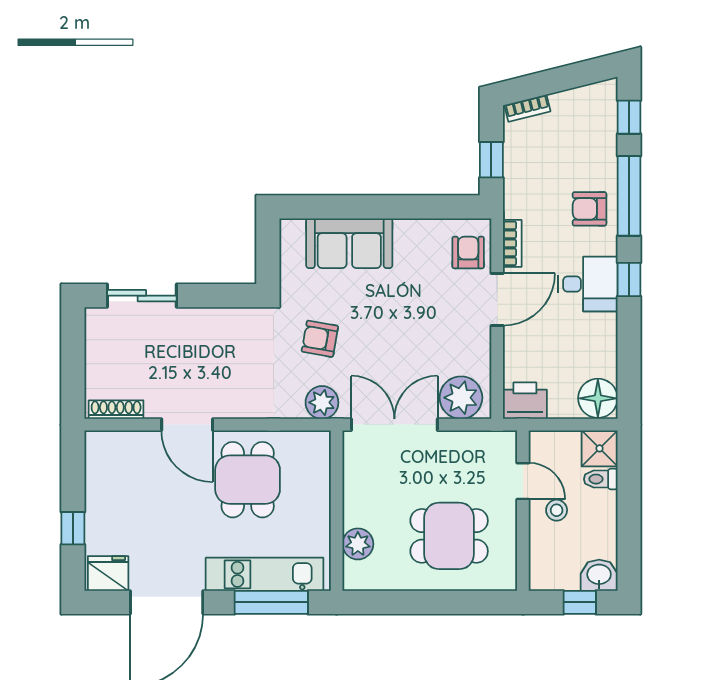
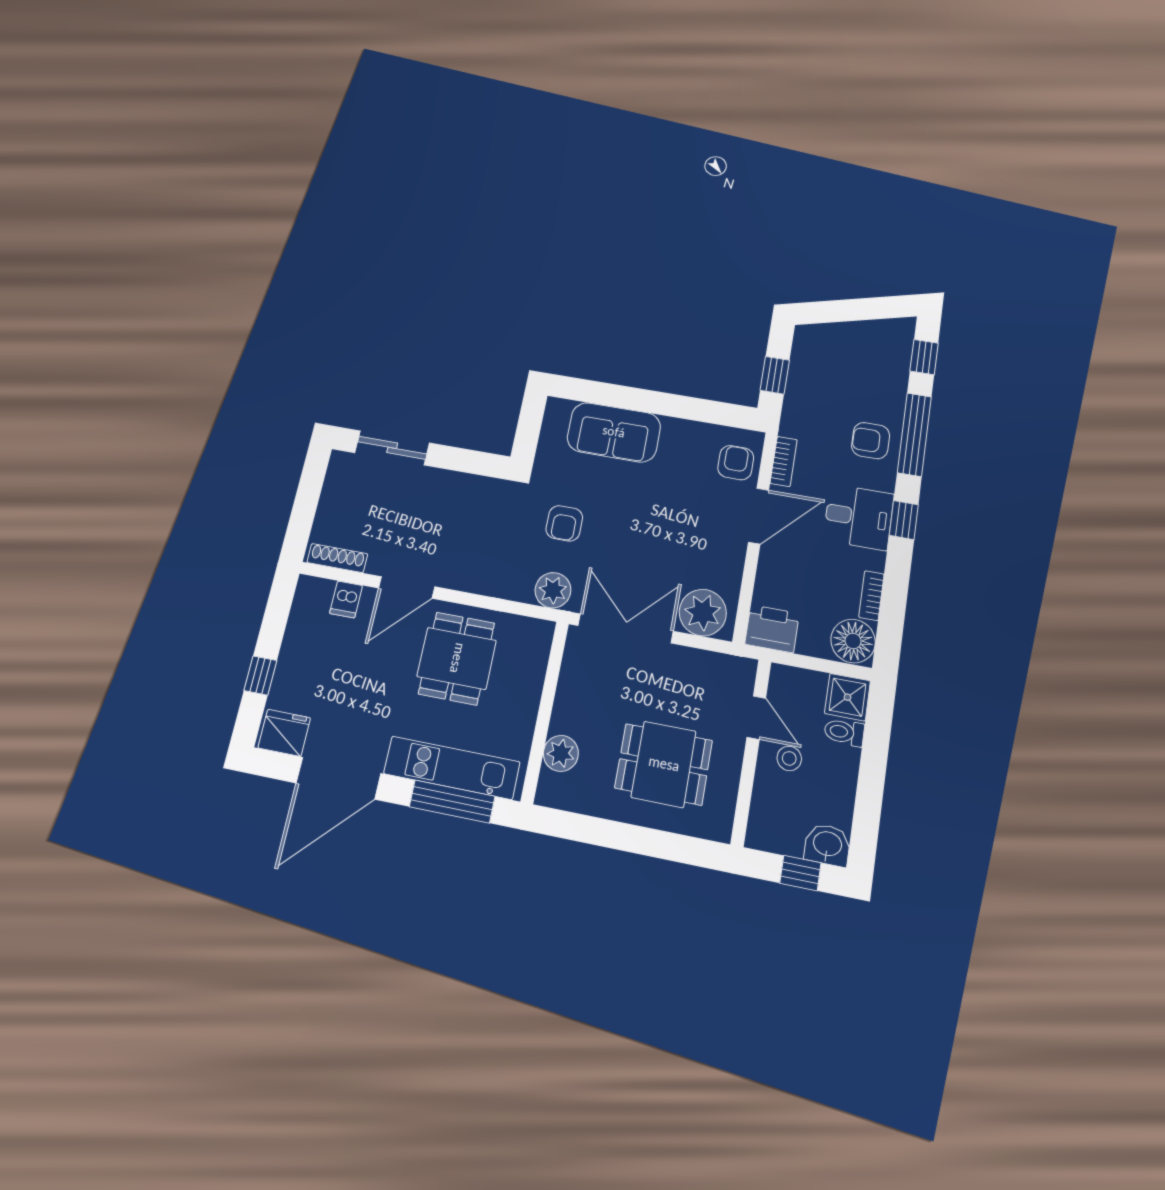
bookcase: (527, 108) -> (871, 596), moved, turned 104
armchair: (320, 339) -> (564, 523), turned -100
door: (187, 425) -> (407, 587), hinge flipped
dishwasher: (134, 446) -> (346, 599), added

